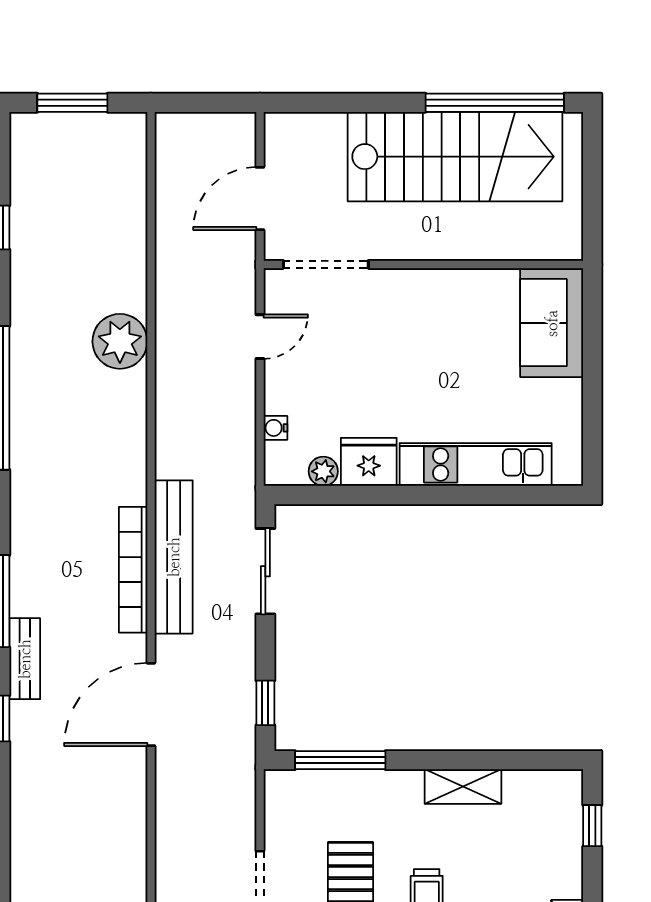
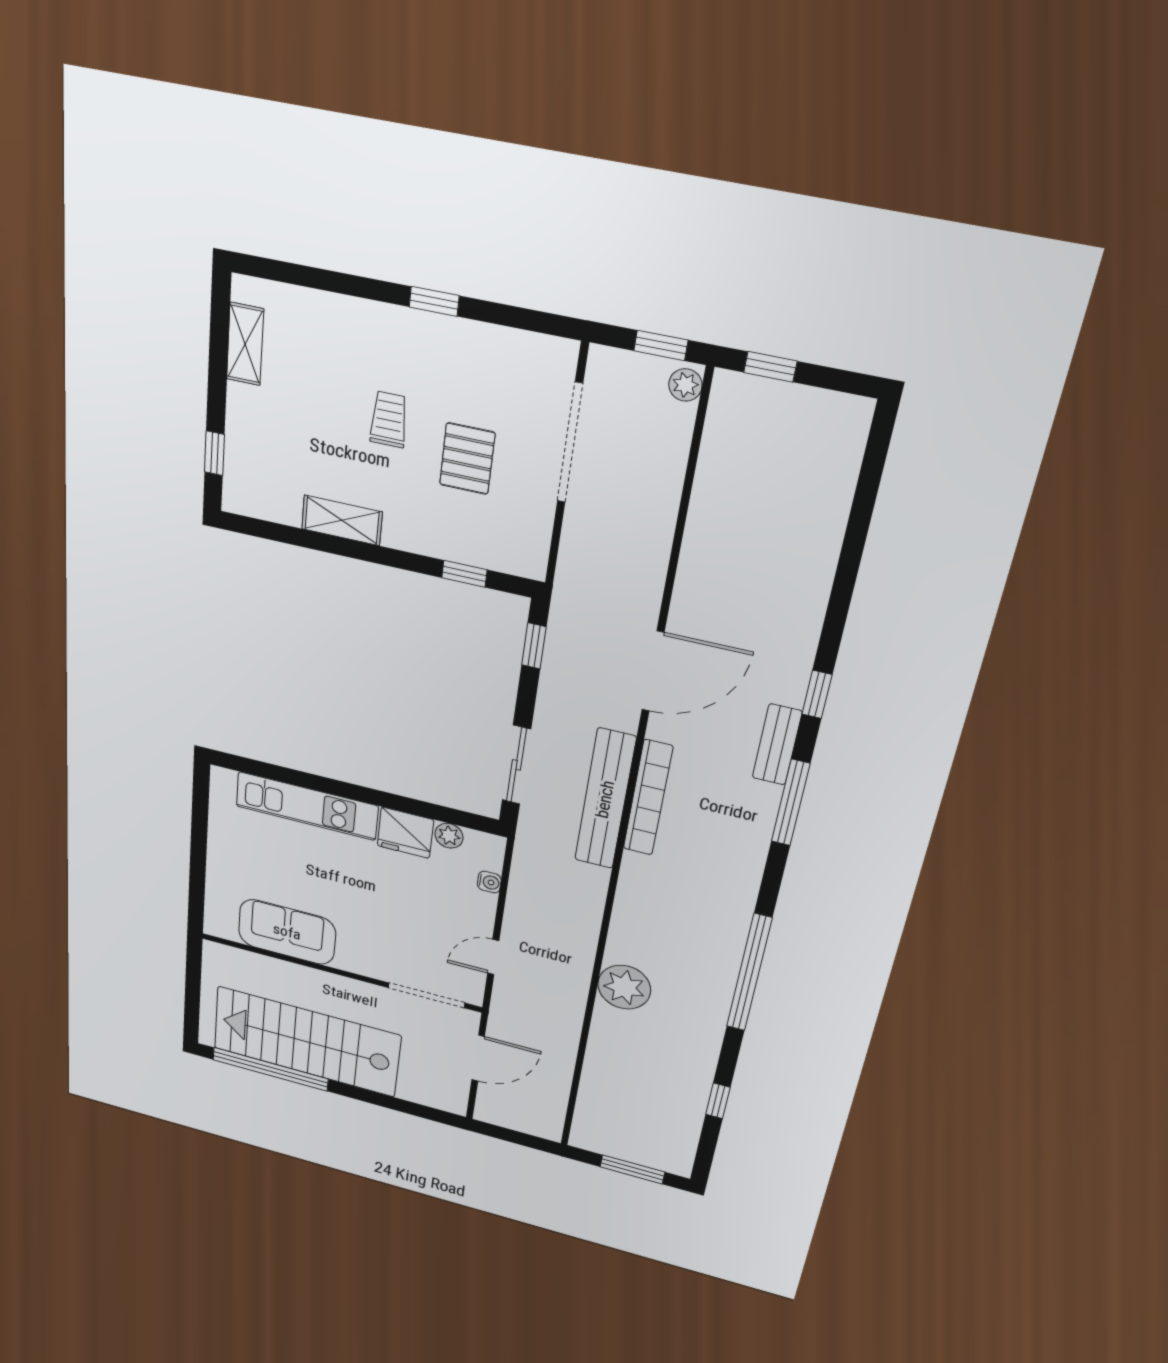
sofa: (552, 323) -> (287, 932), moved, turned -90
window: (340, 760) -> (464, 574), width x0.46

